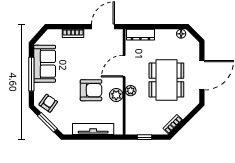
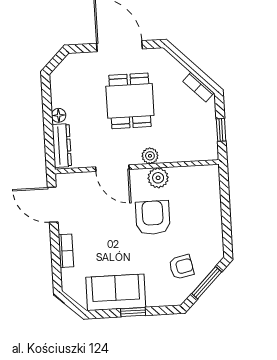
floor lamp: (181, 34) -> (59, 115), moved
window: (31, 74) -> (133, 312), width x0.46
dining table: (166, 80) -> (130, 101), width x0.73
armchair: (48, 103) -> (181, 267), moved, turned 133
tv unit: (93, 129) -> (213, 211), removed

